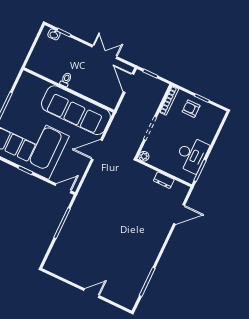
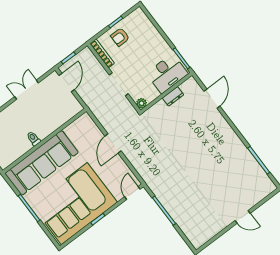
door: (129, 83) -> (67, 82), swing flipped
sofa: (76, 110) -> (42, 163), moved
desk: (192, 155) -> (167, 73), moved, turned 90
door: (91, 293) -> (243, 217), swing flipped

